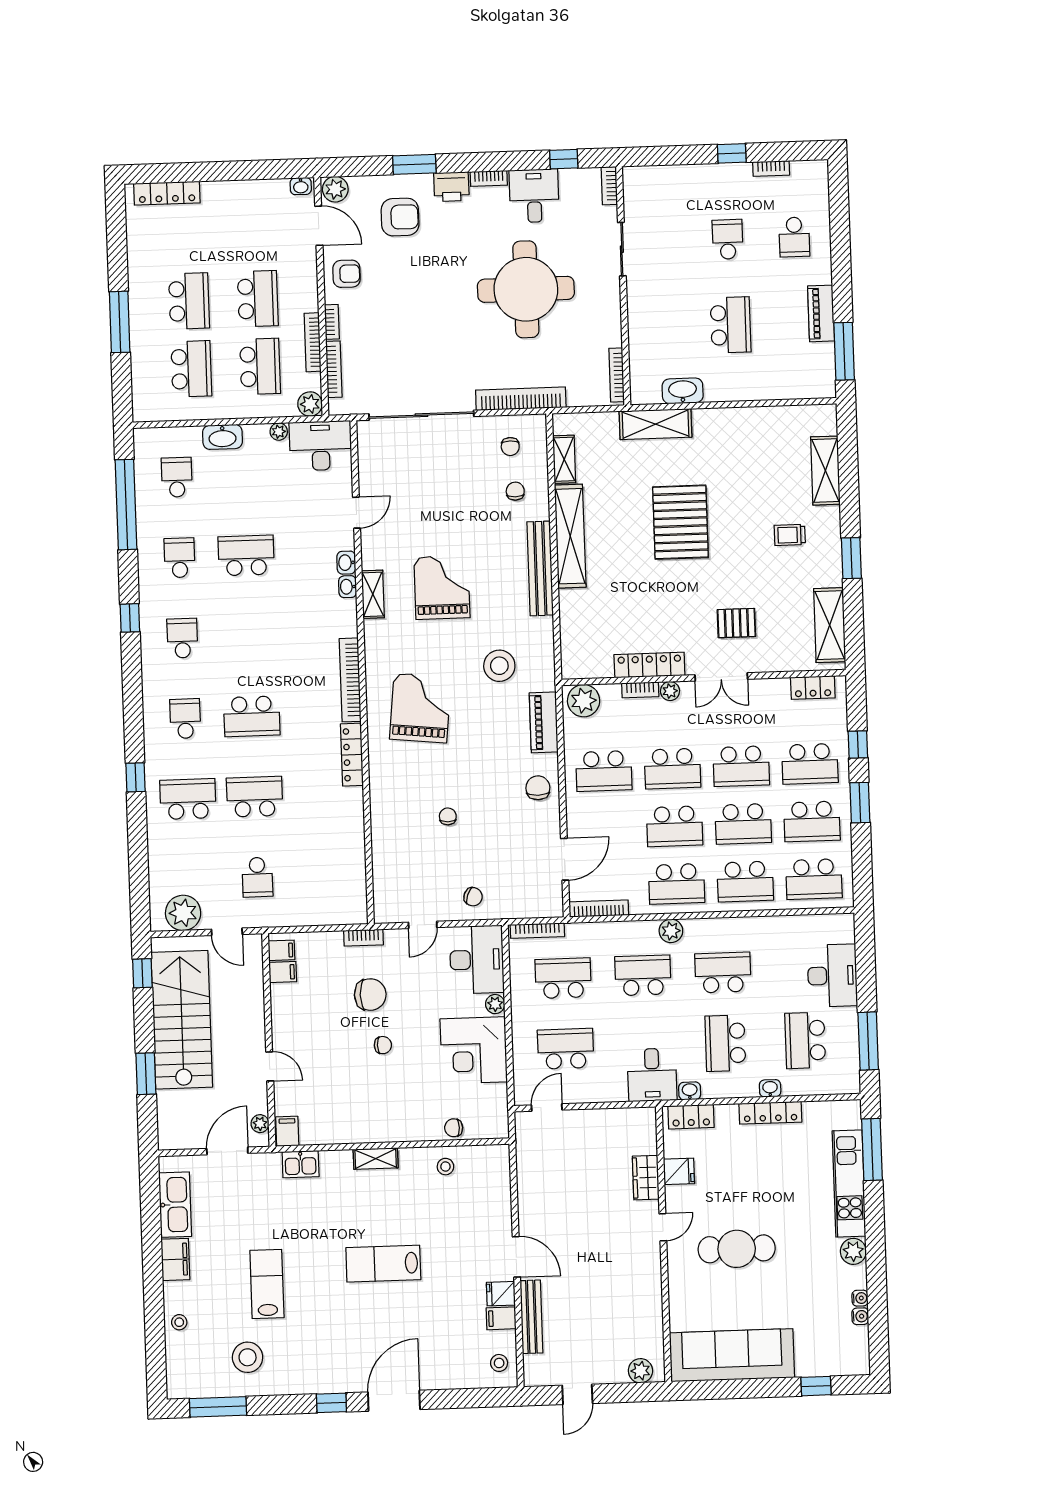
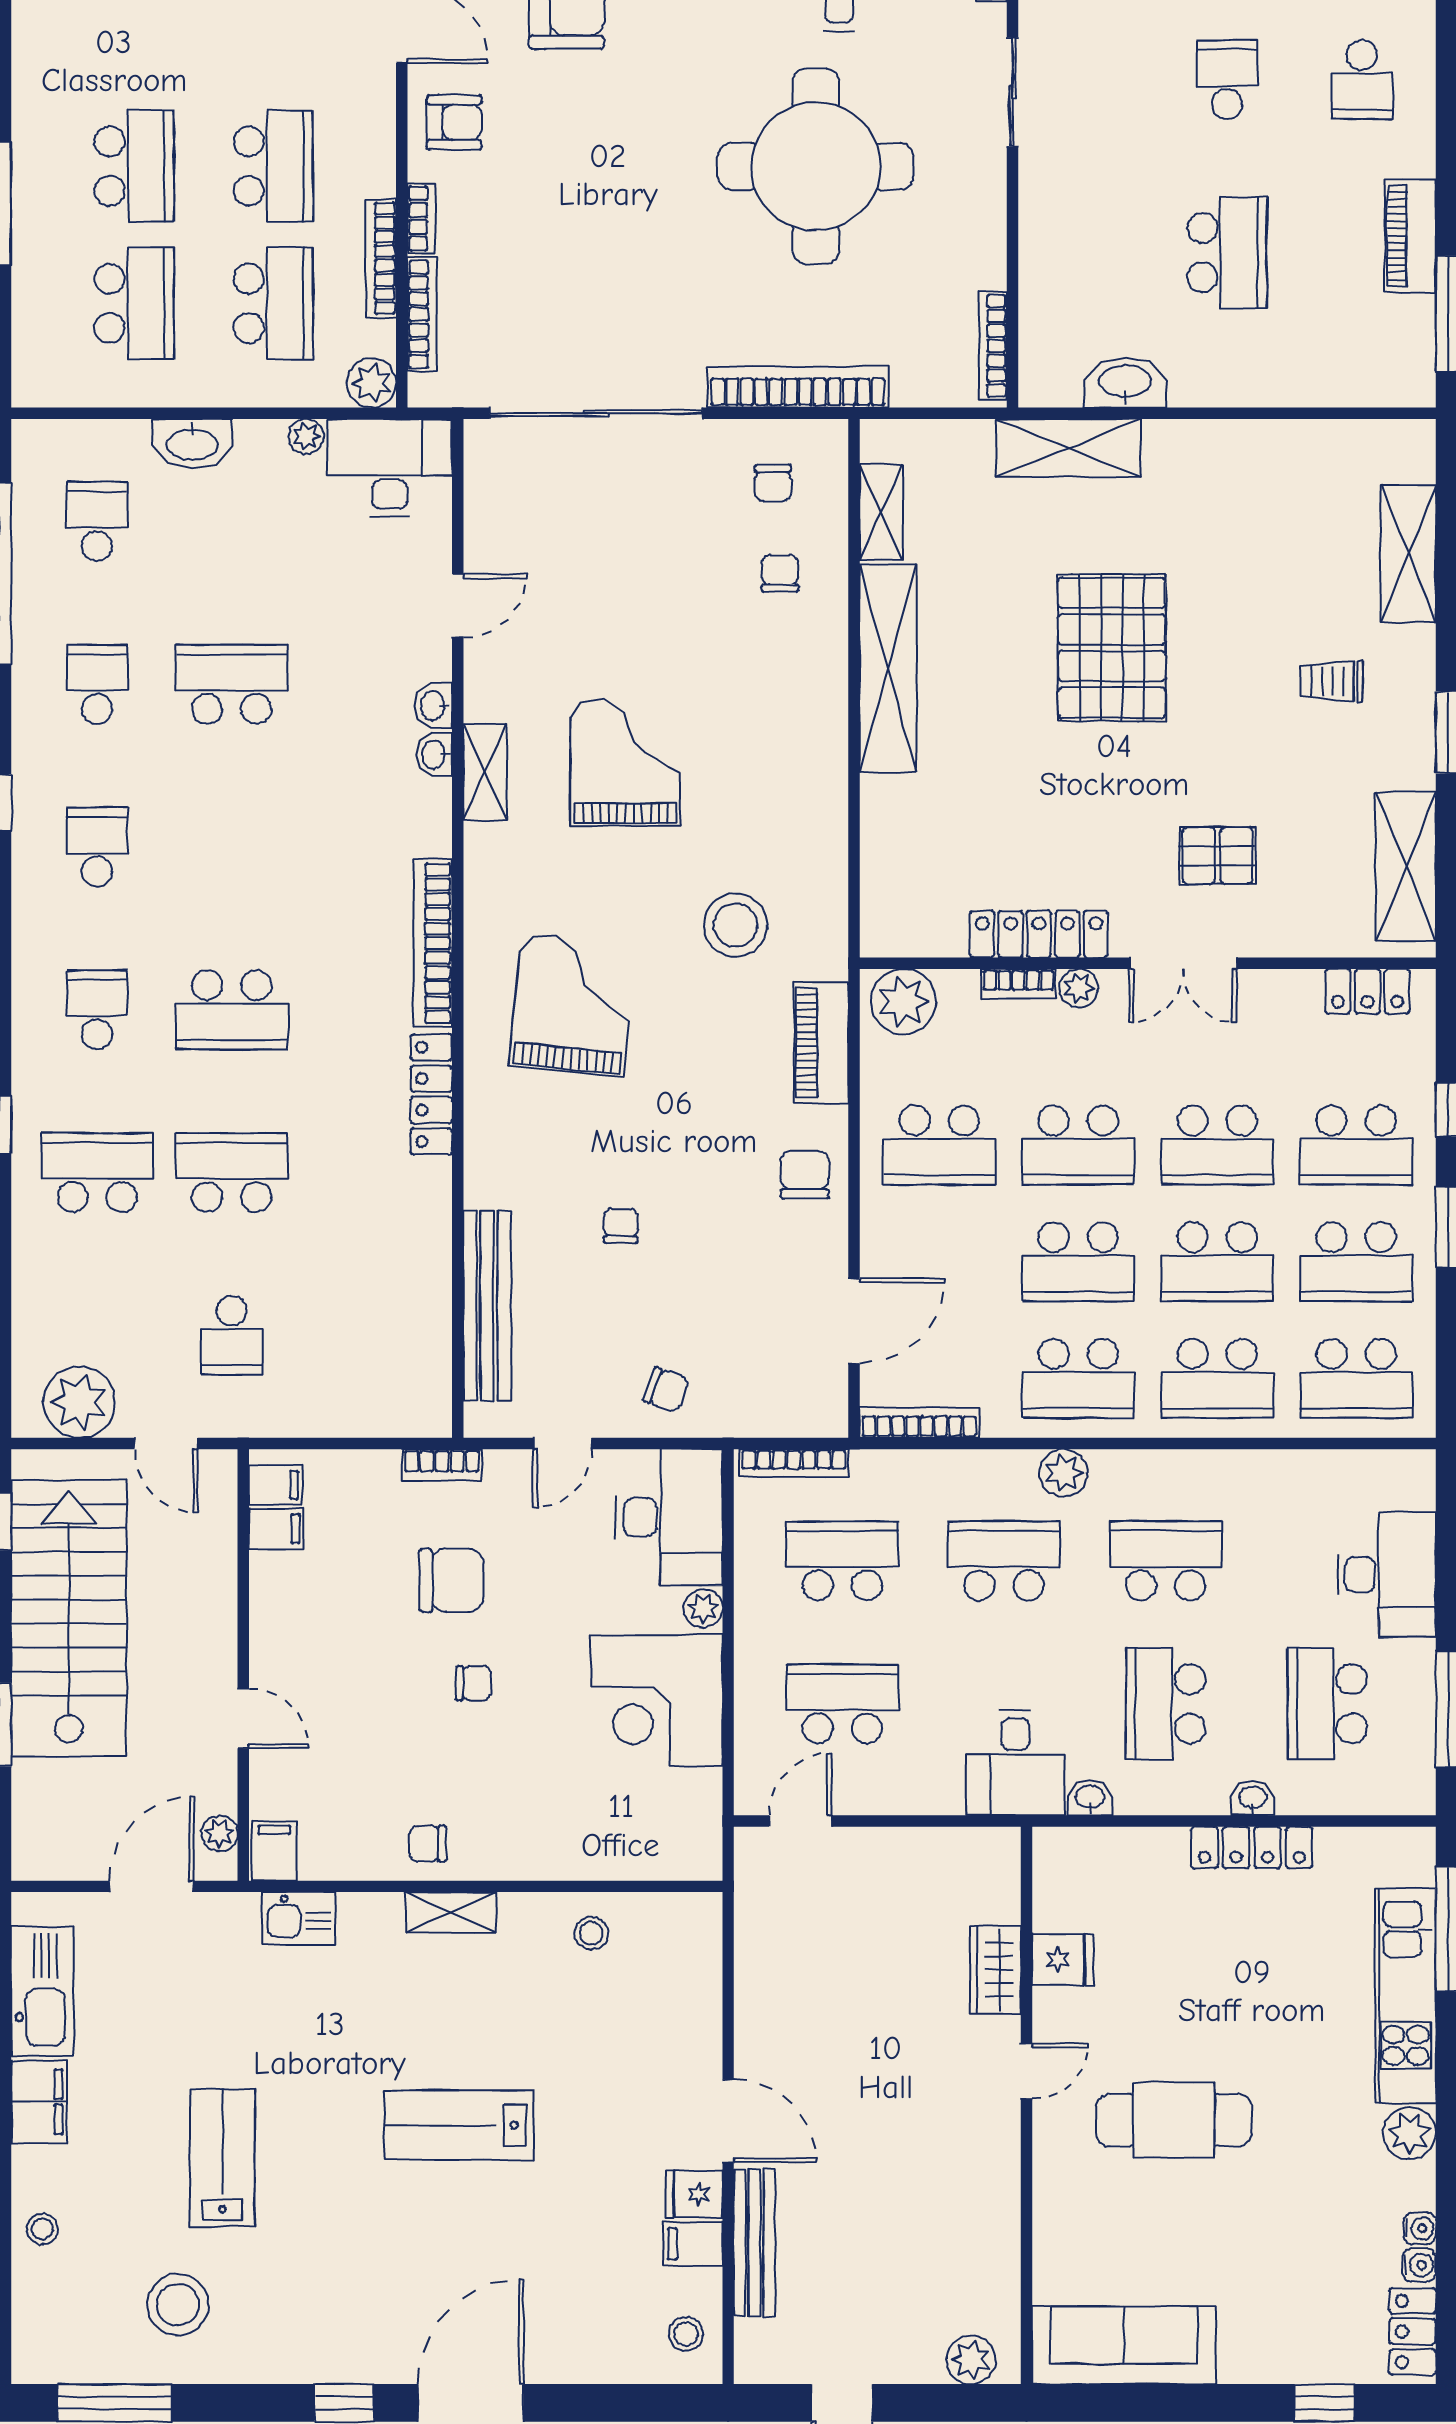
bench: (540, 568) -> (487, 1306), moved
locker: (691, 1117) -> (1413, 2332), moved, turned 90
chair: (454, 1128) -> (428, 1844), moved
sofa: (732, 1355) -> (1124, 2345), width x0.74, depth x0.79

